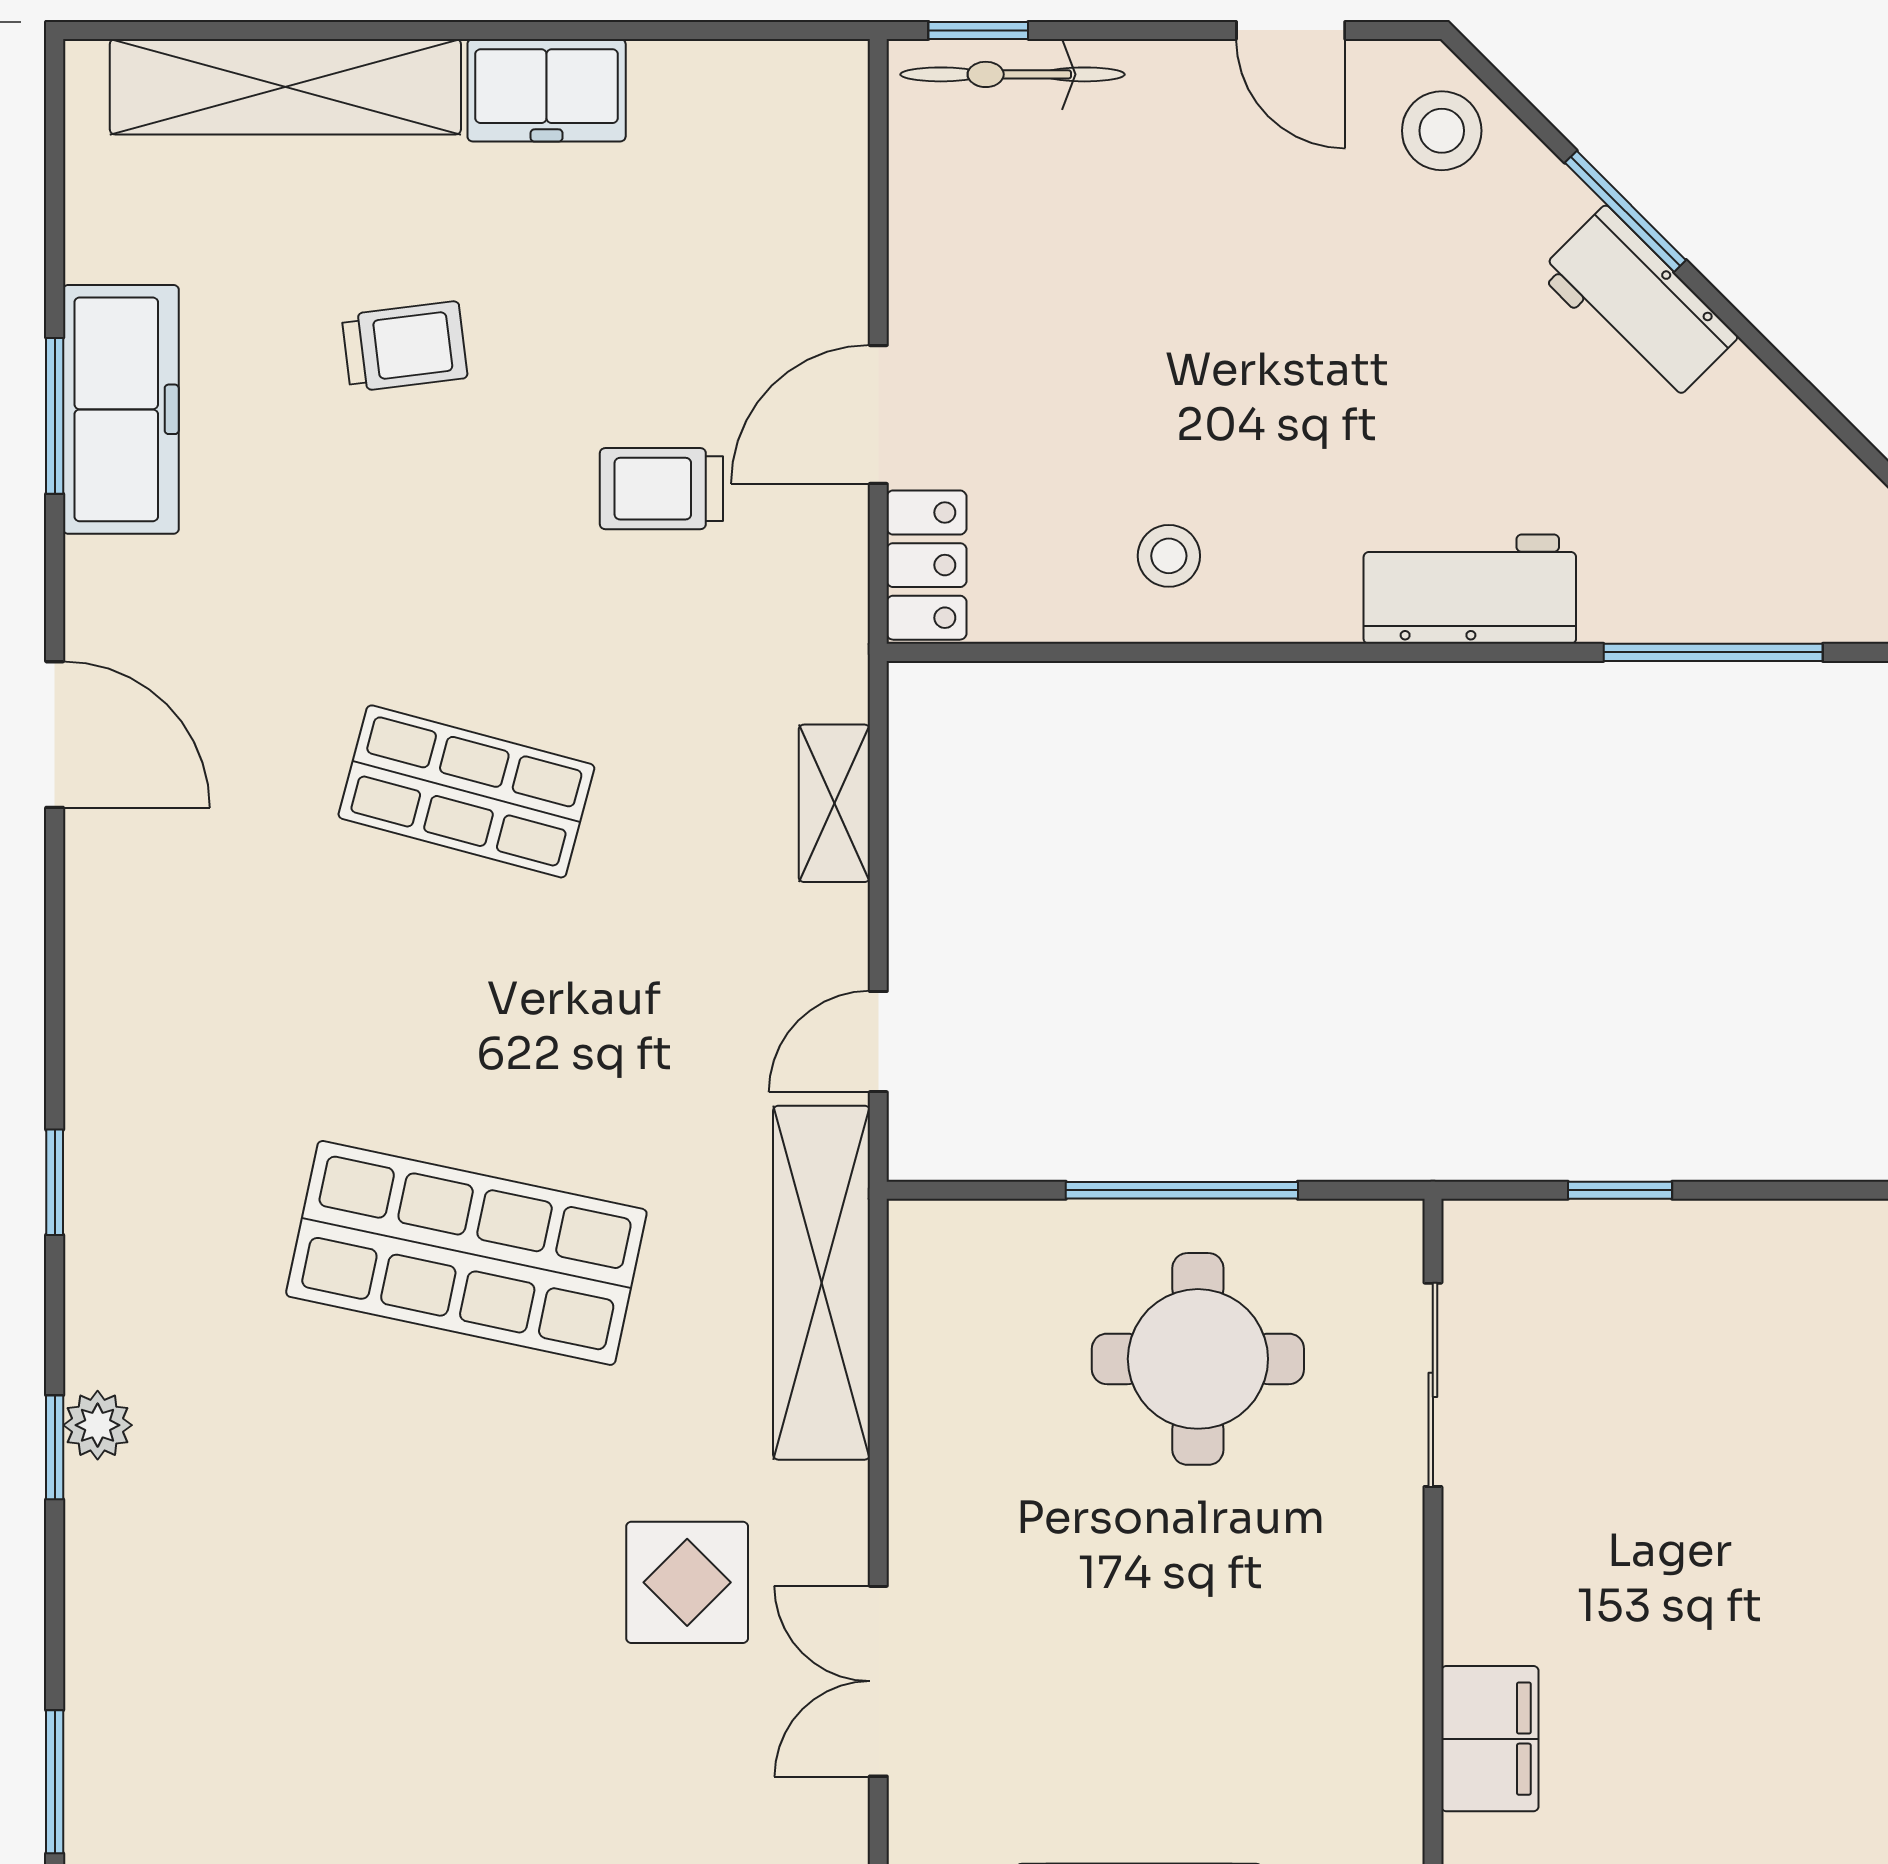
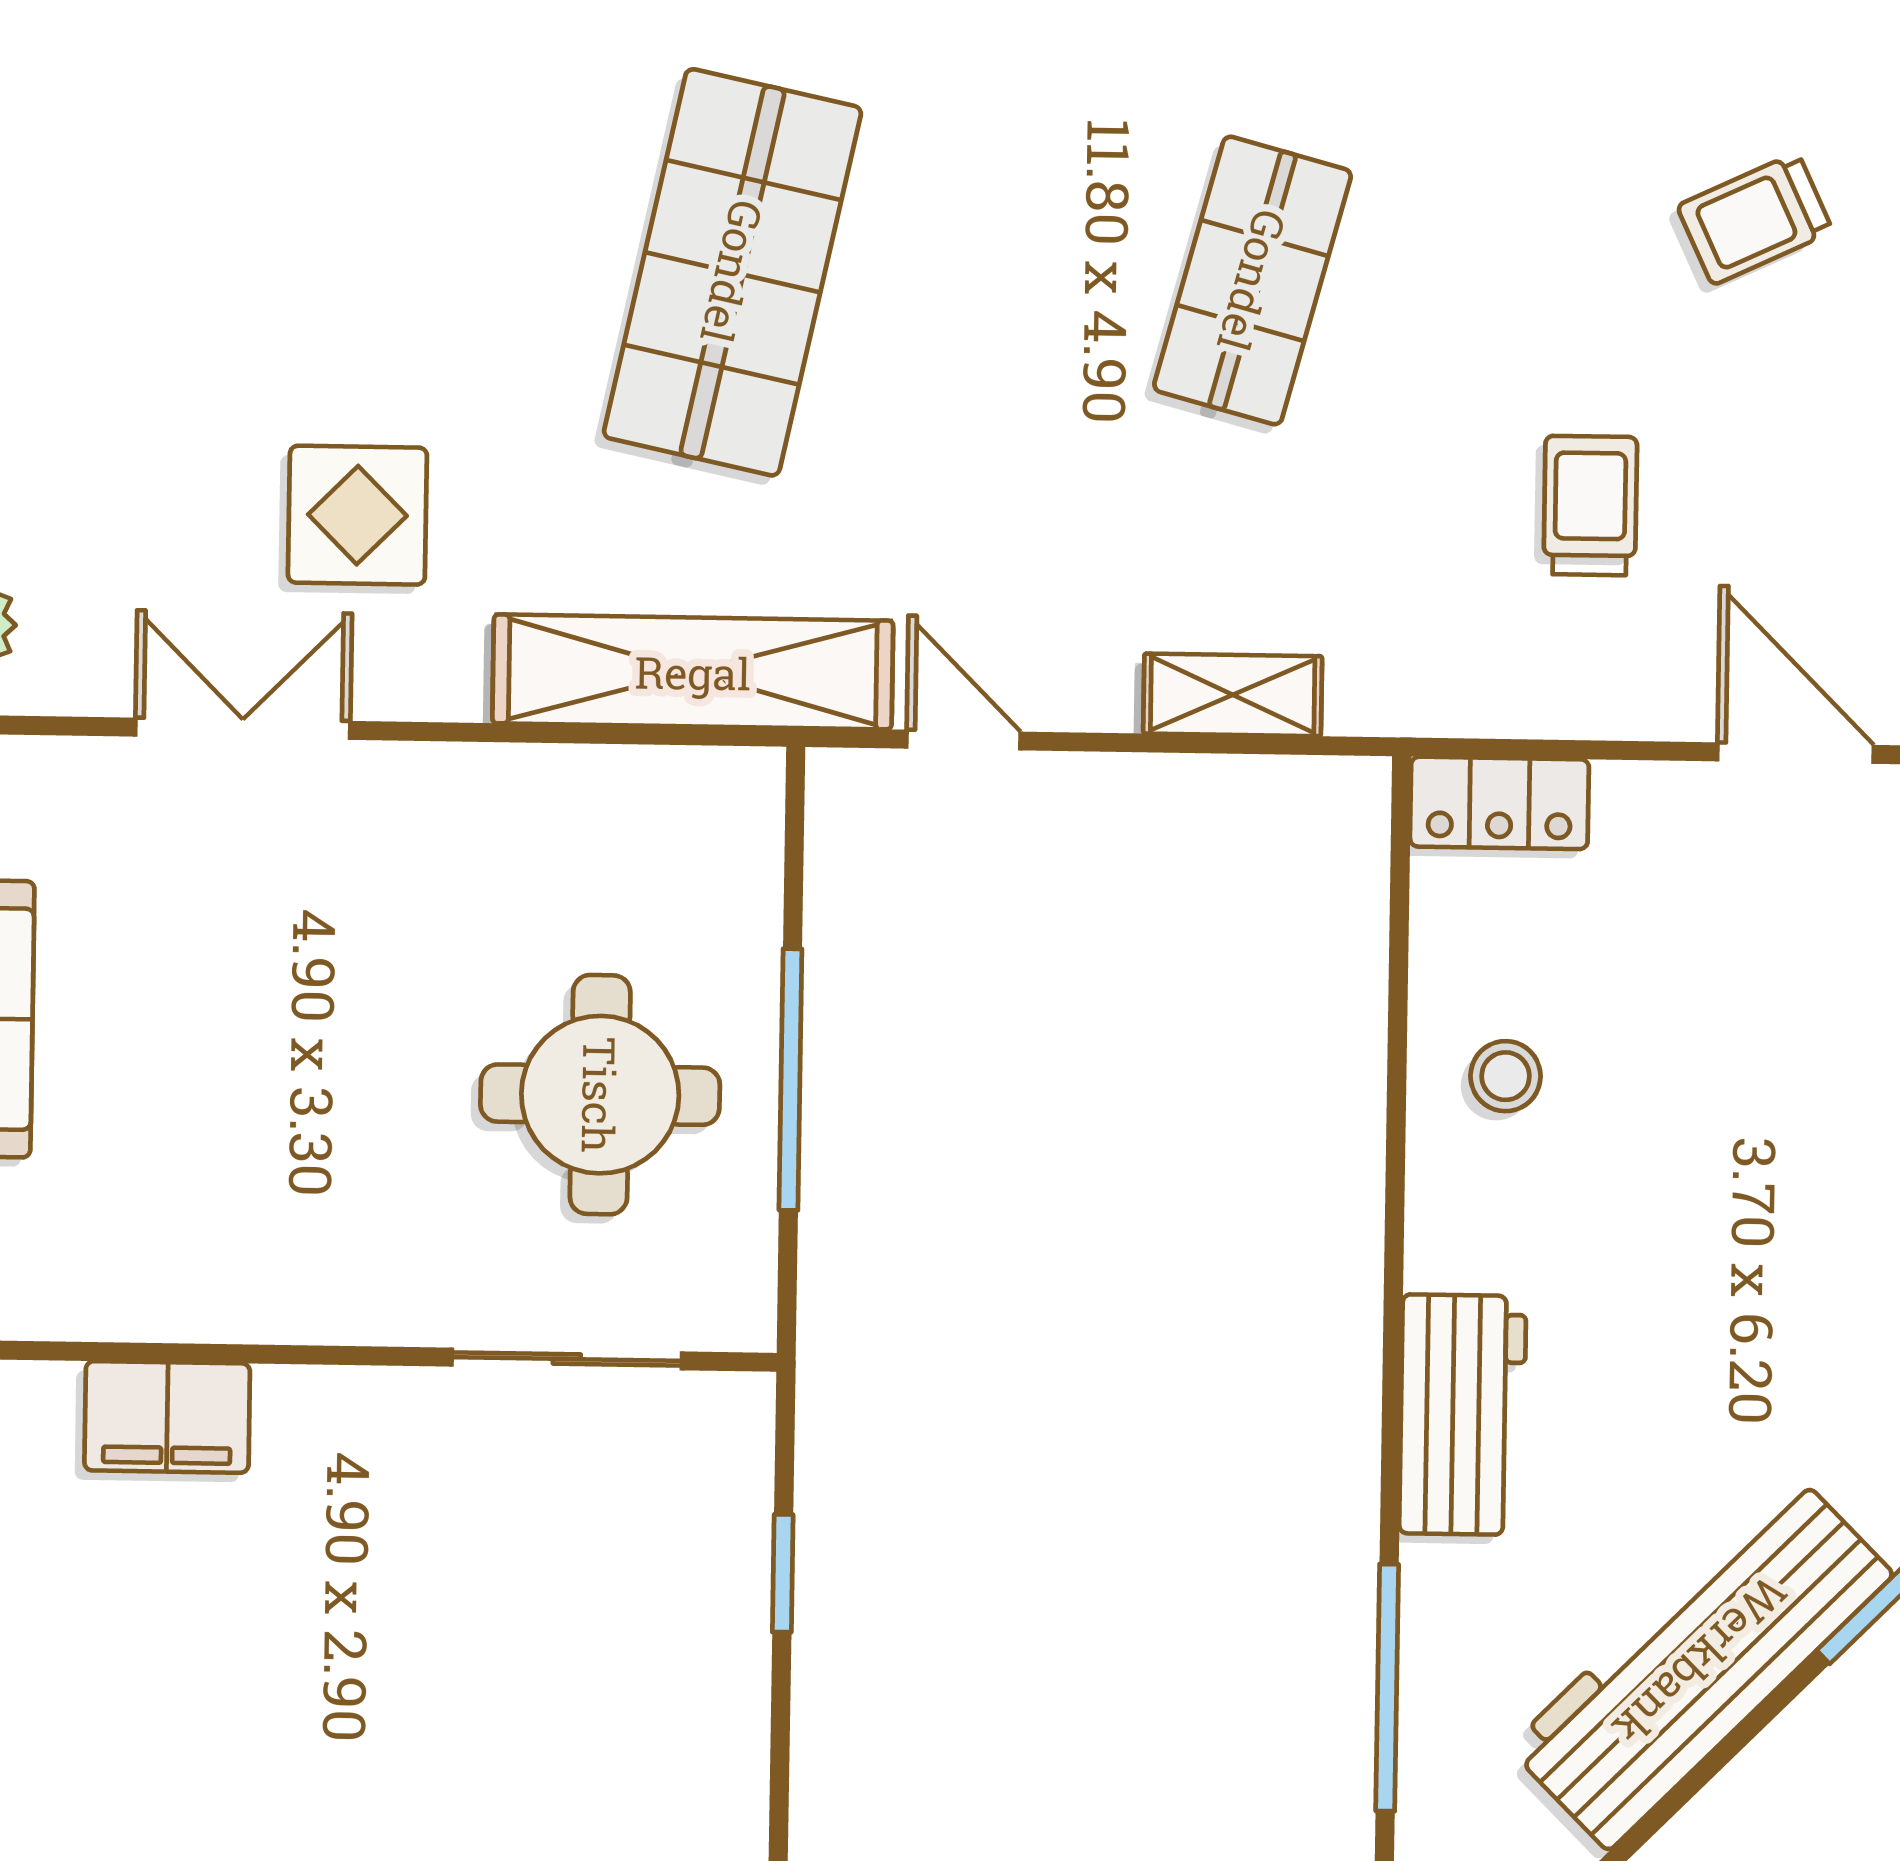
workbench: (1638, 305) -> (1701, 1661), width x1.88, depth x1.32
trolley: (405, 347) -> (1755, 219), turned 72
door: (878, 415) -> (1796, 753), moved

